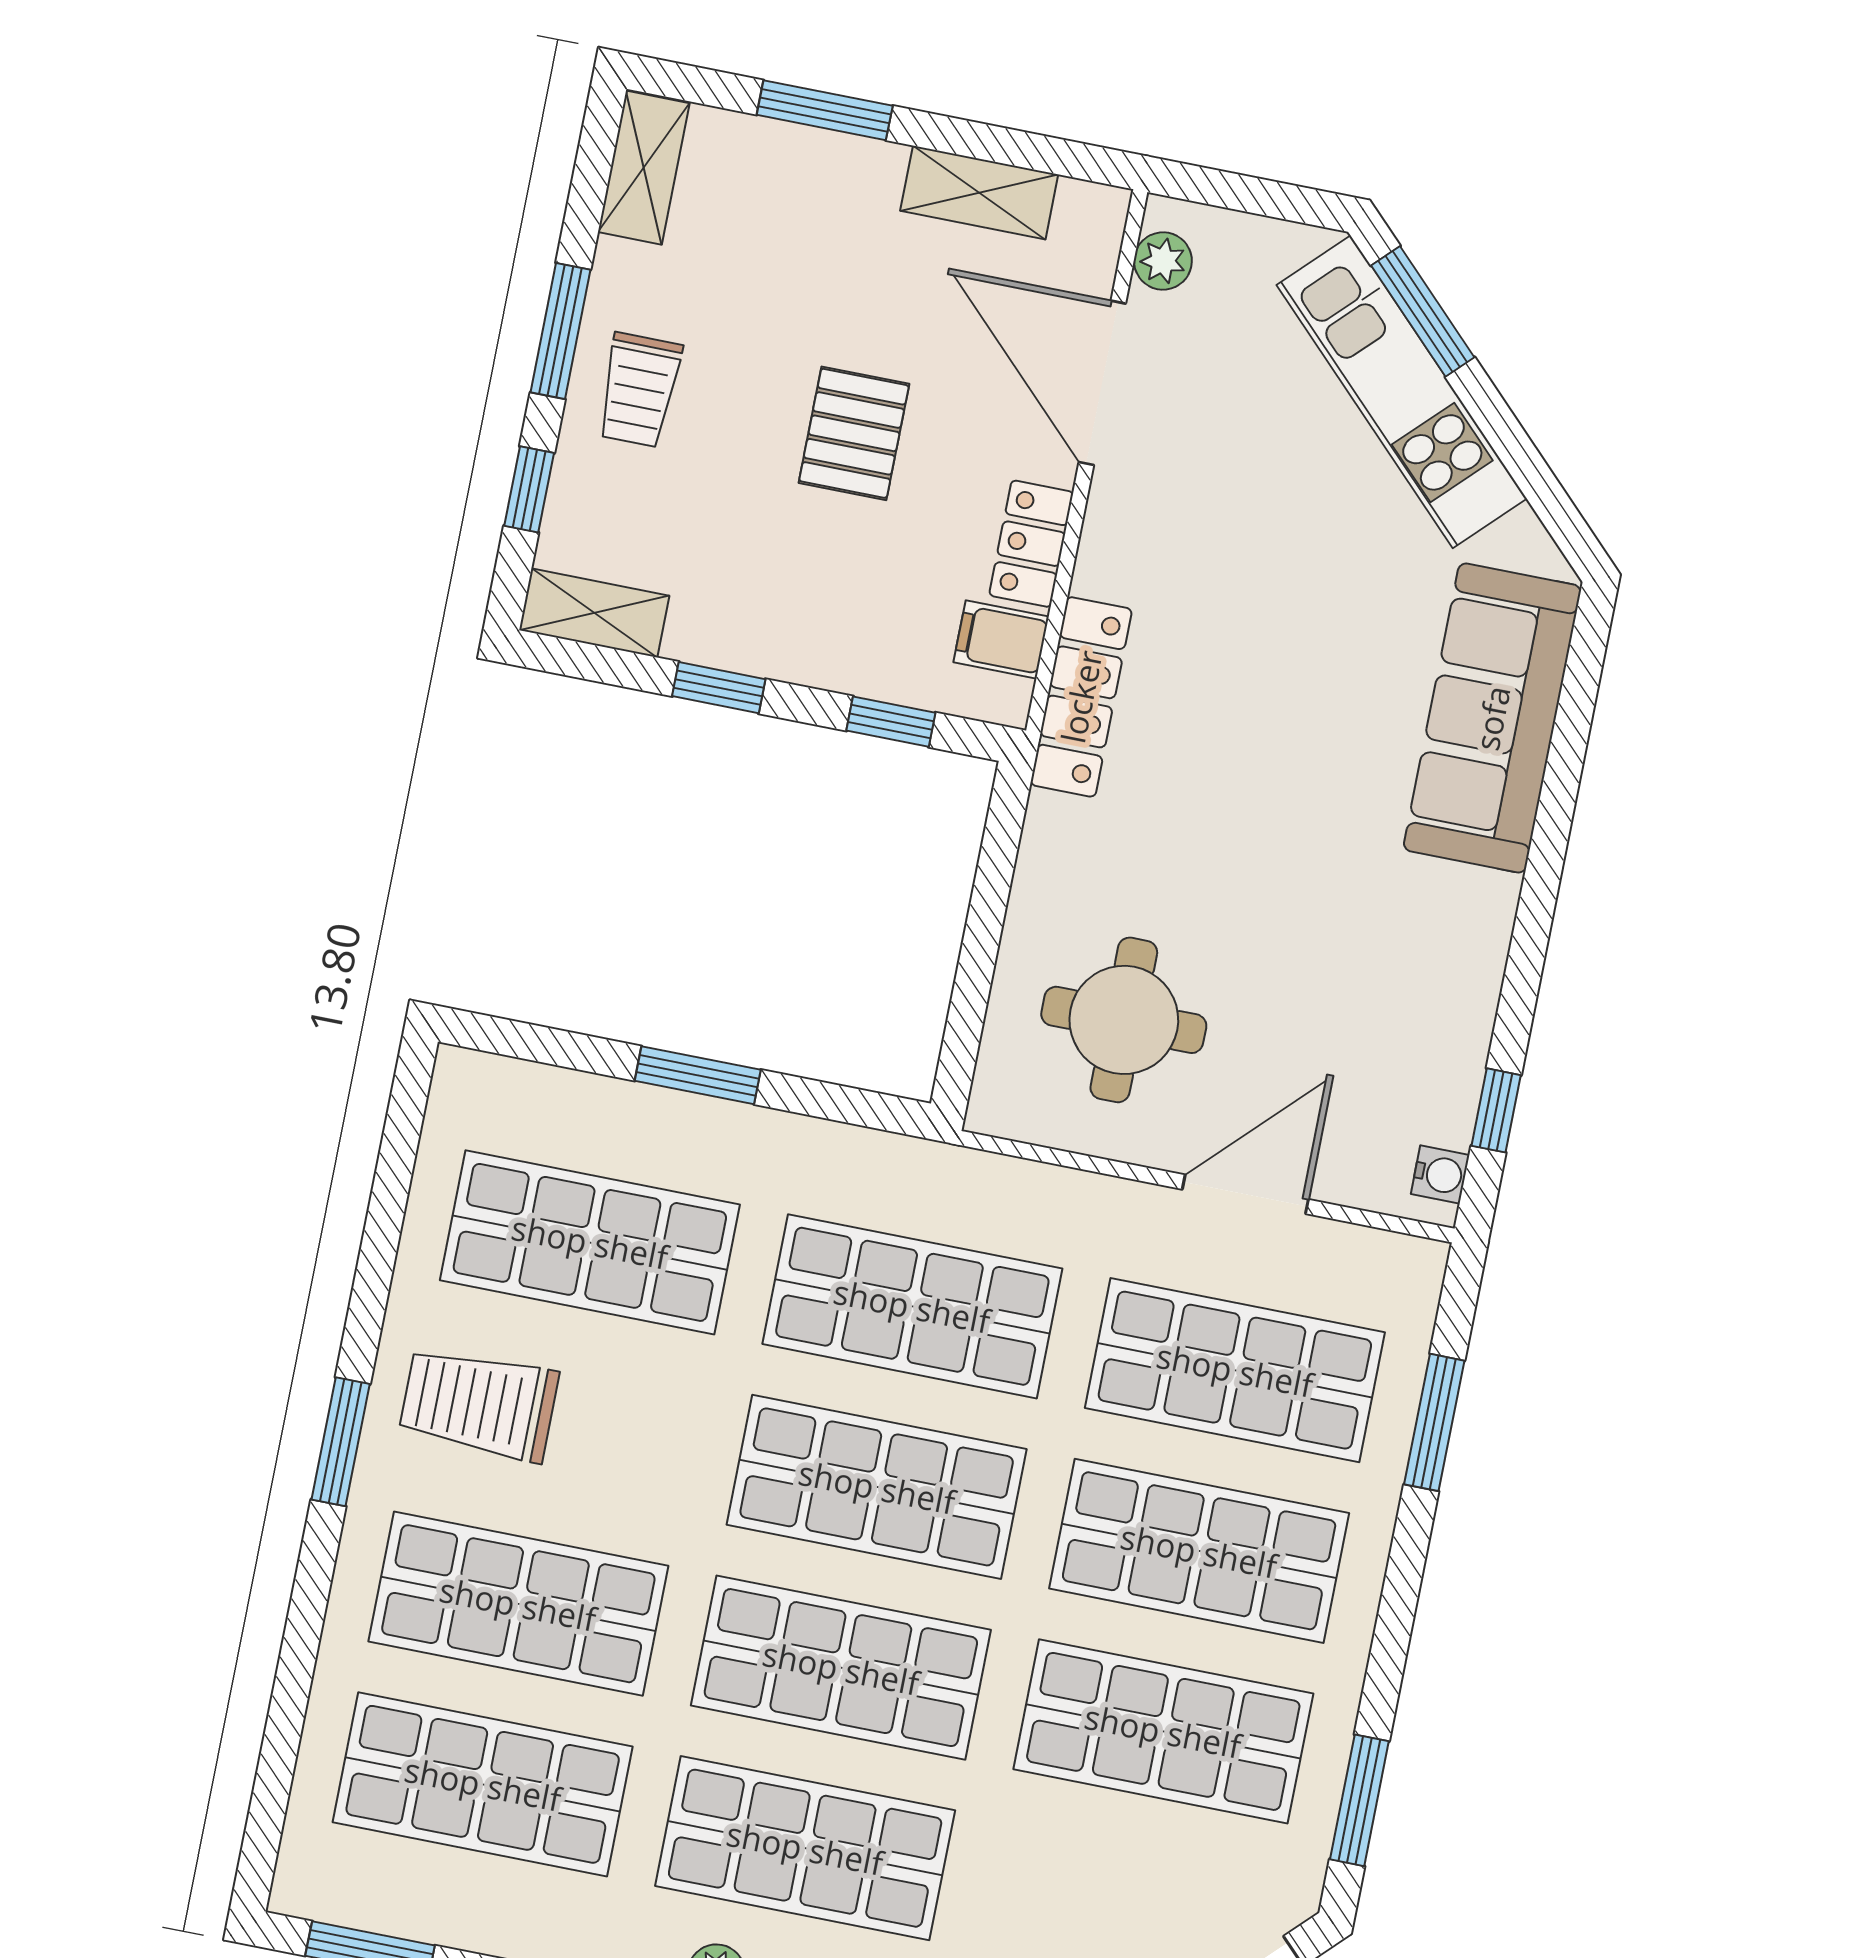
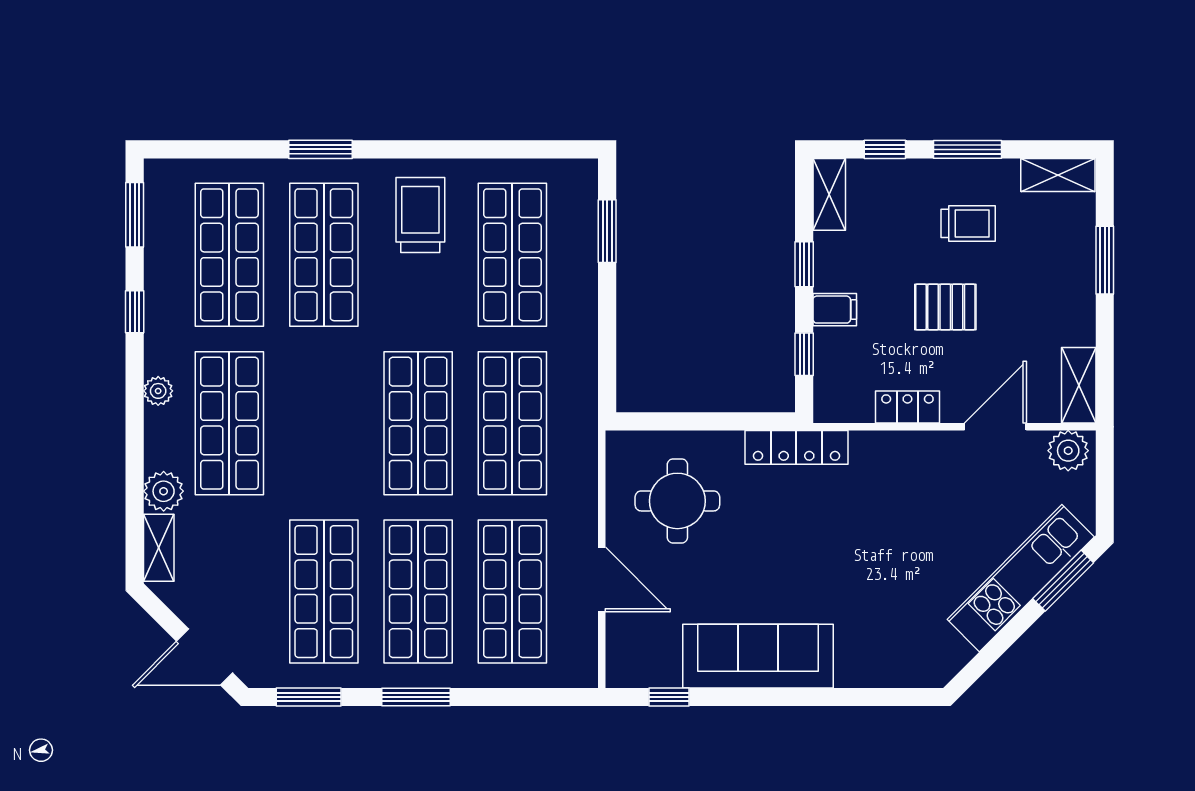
shelving: (979, 193) -> (1079, 385), moved
plant: (1163, 261) -> (1068, 451), width x1.38, depth x1.38
door: (1102, 383) -> (995, 427), width x0.73
trolley: (639, 390) -> (968, 223), moved, turned 180
filing cabinet: (1001, 639) -> (835, 310), moved, turned 90
locker: (1081, 697) -> (796, 447), moved
sofa: (1492, 718) -> (758, 656), moved
window: (698, 1075) -> (607, 231), moved
water cooler: (1440, 1174) -> (631, 675), removed
window: (1434, 1422) -> (416, 697), moved
window: (341, 1442) -> (321, 149), moved
shop shelf: (841, 1668) -> (324, 423), removed

